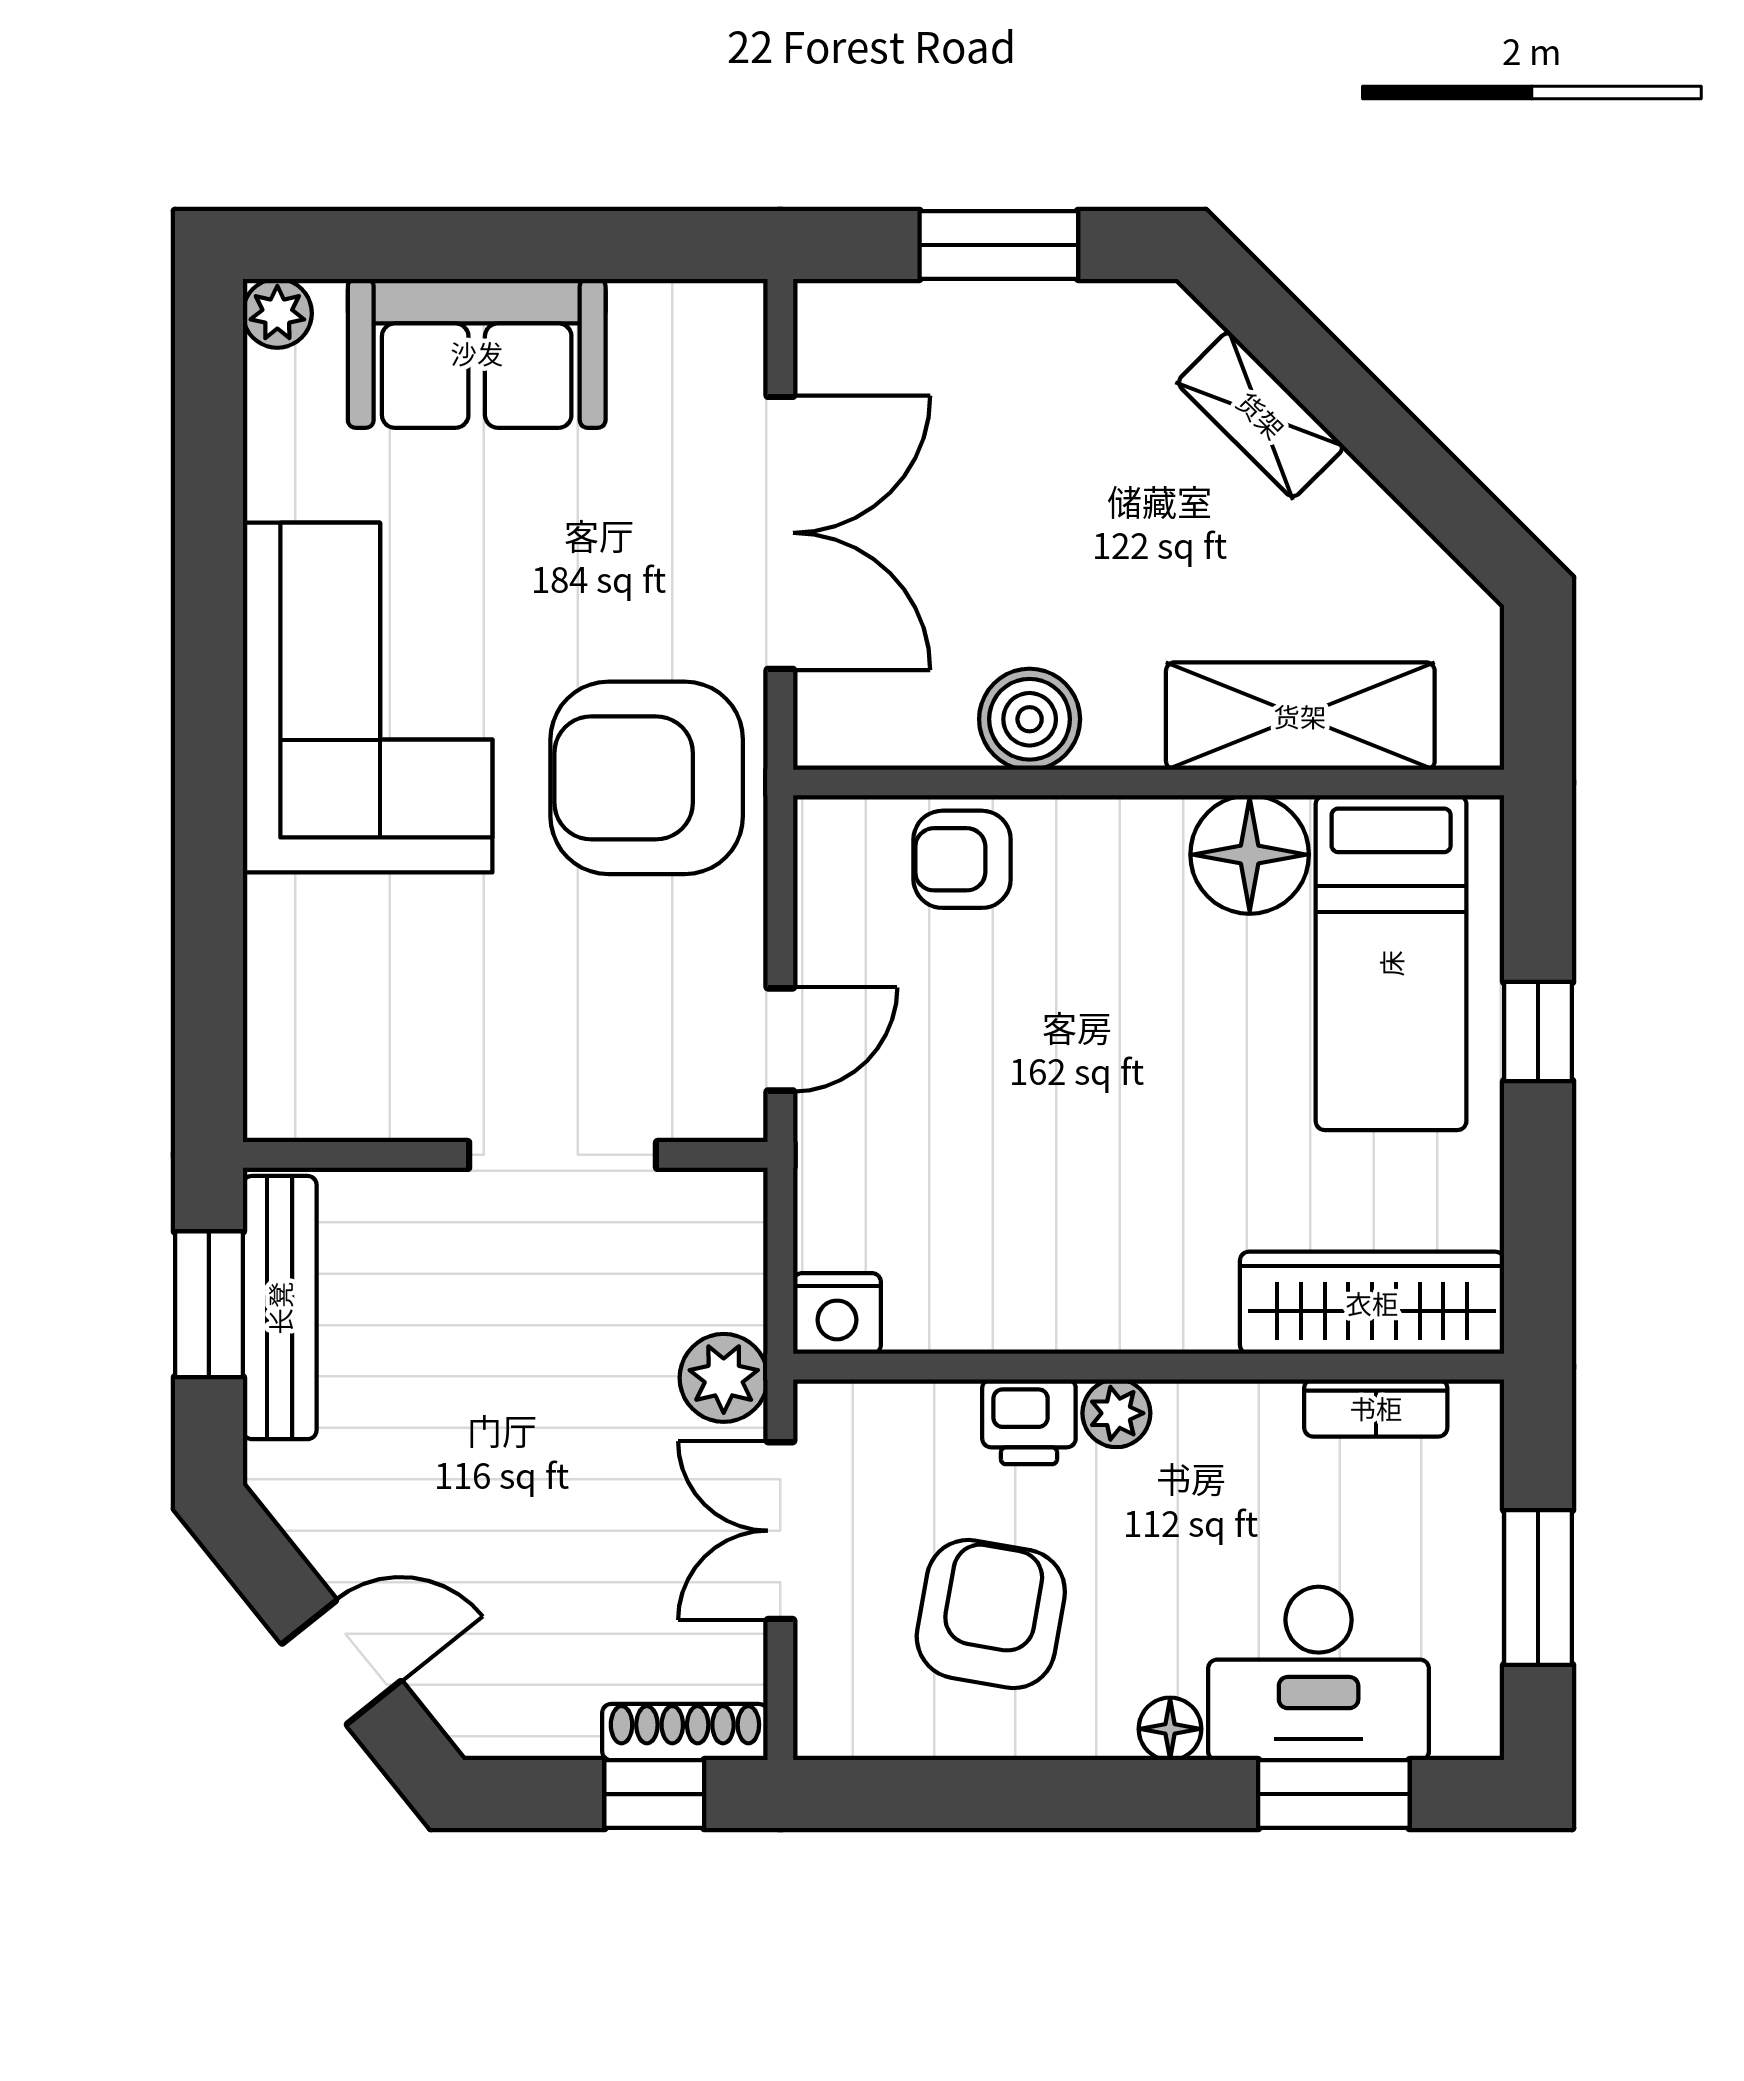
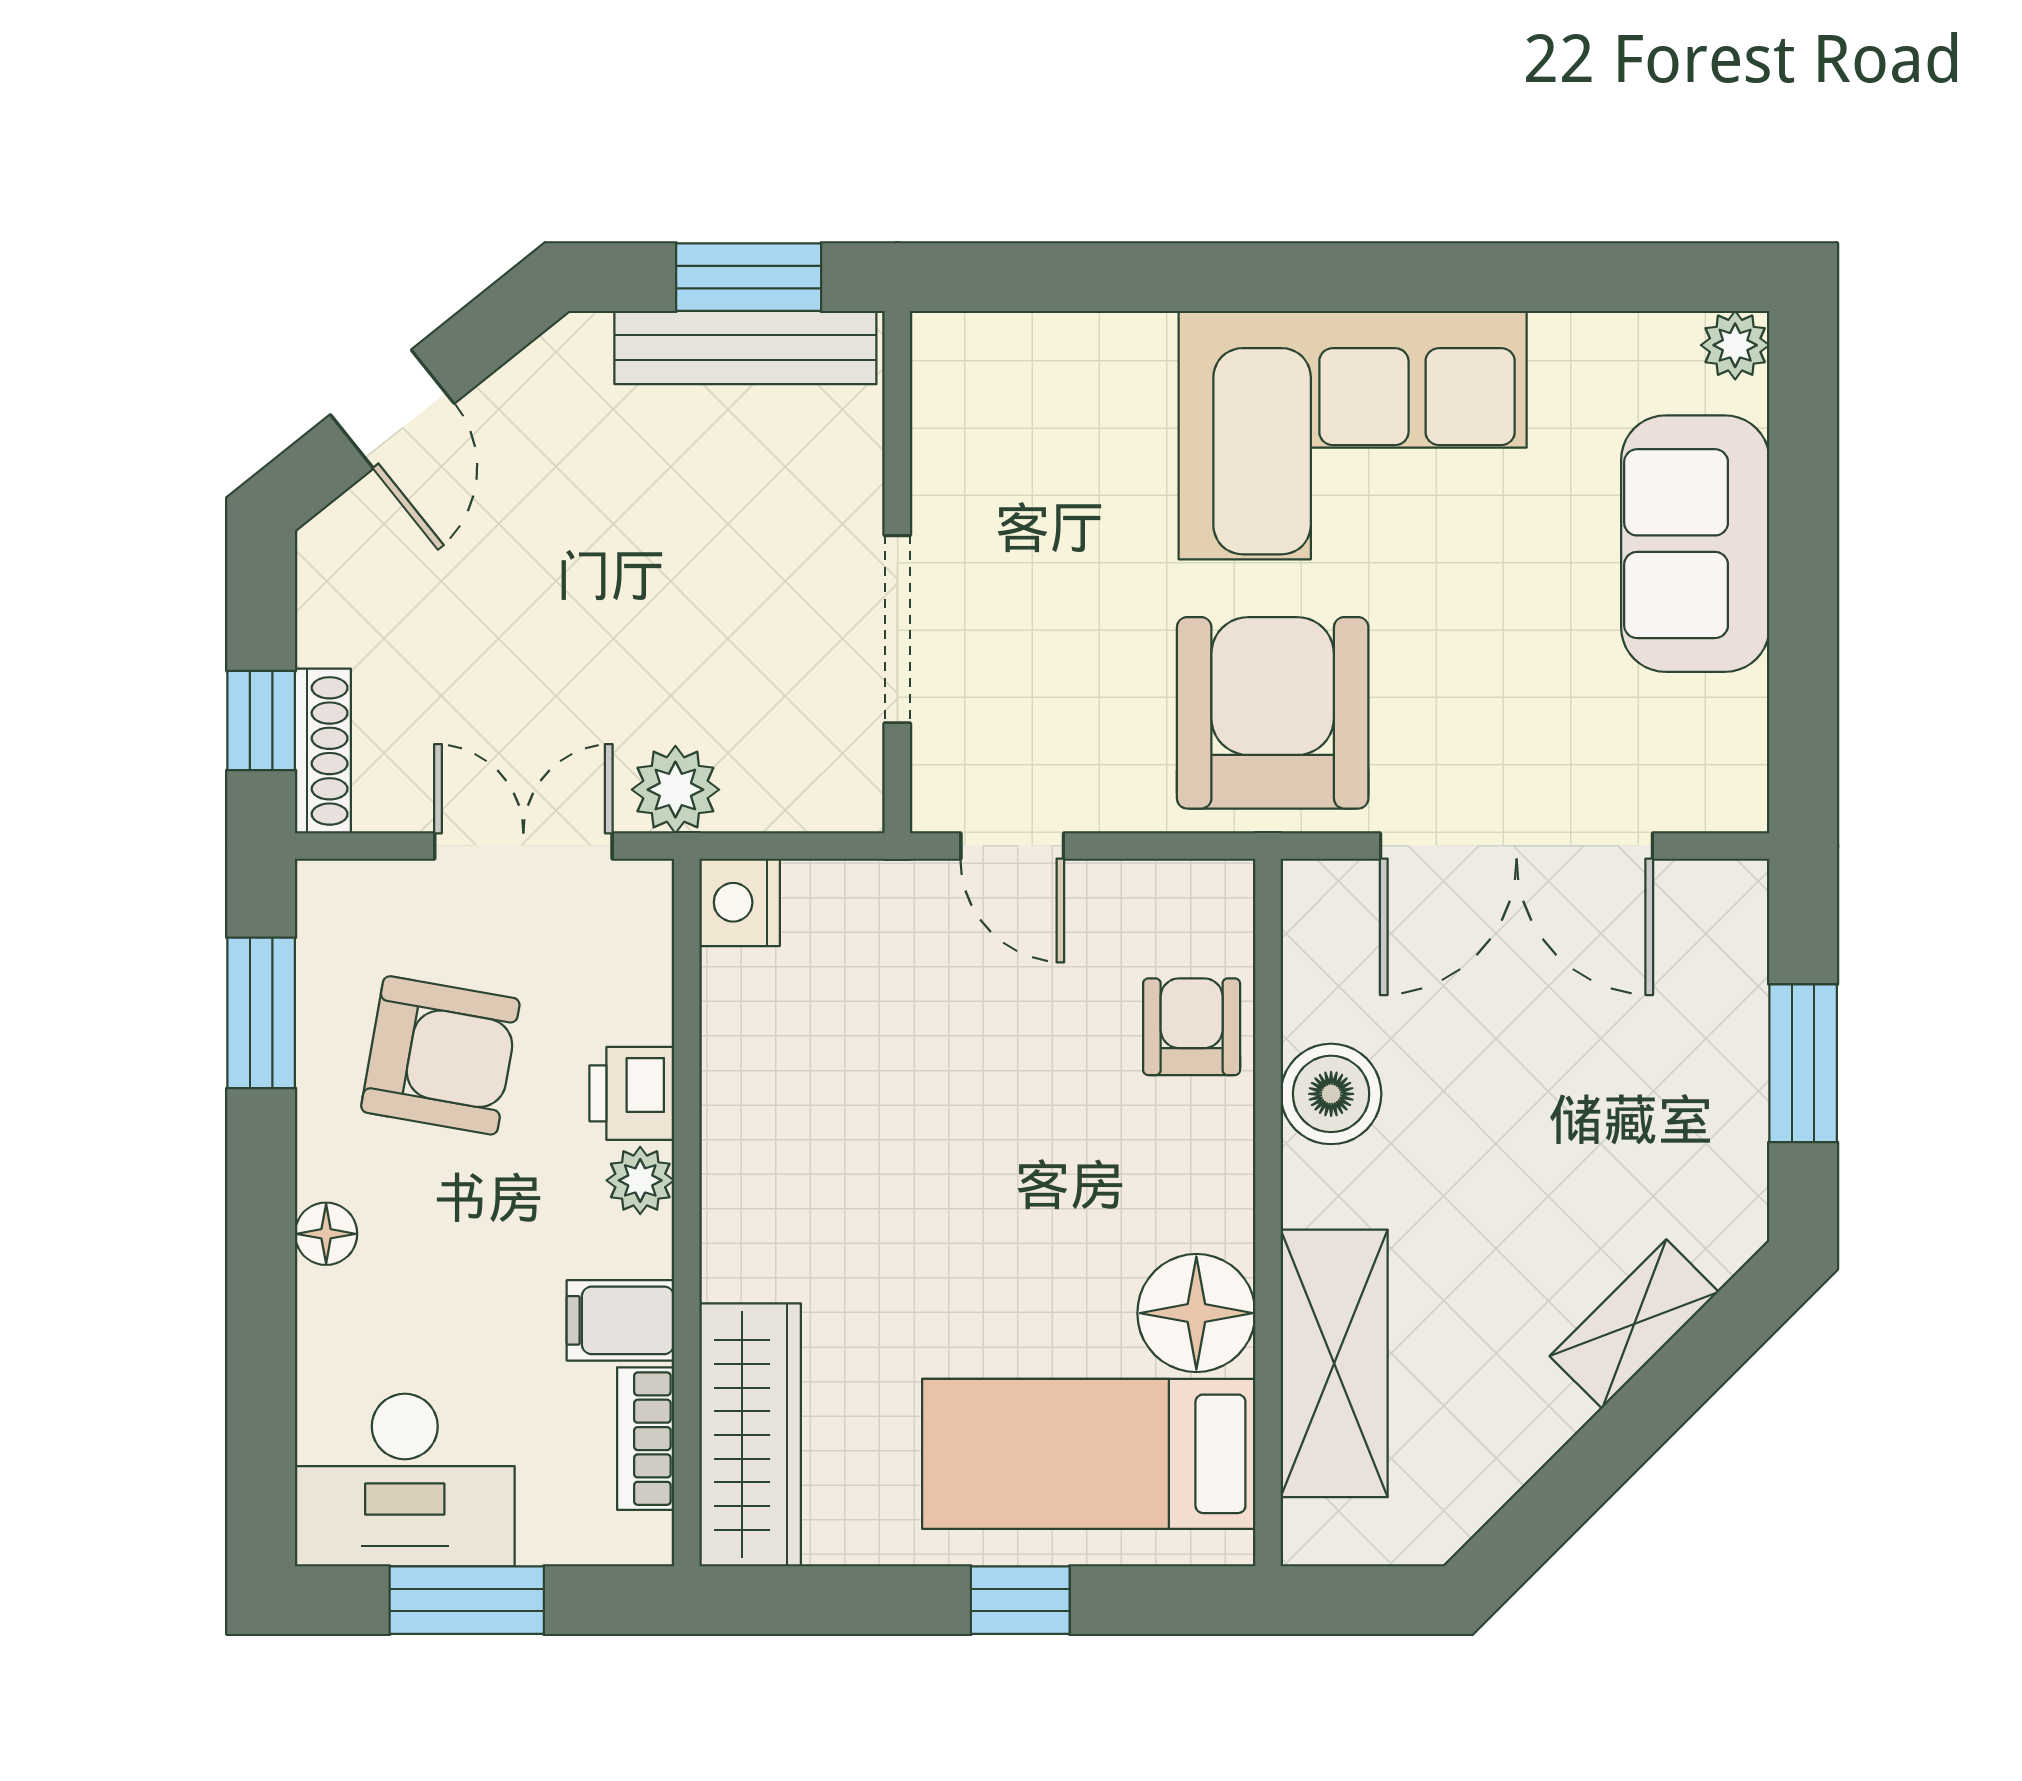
filing cabinet: (1257, 1433) -> (620, 1320), added
desk: (1319, 1673) -> (405, 1480), moved, turned -90
window: (1334, 1794) -> (261, 1013), moved

